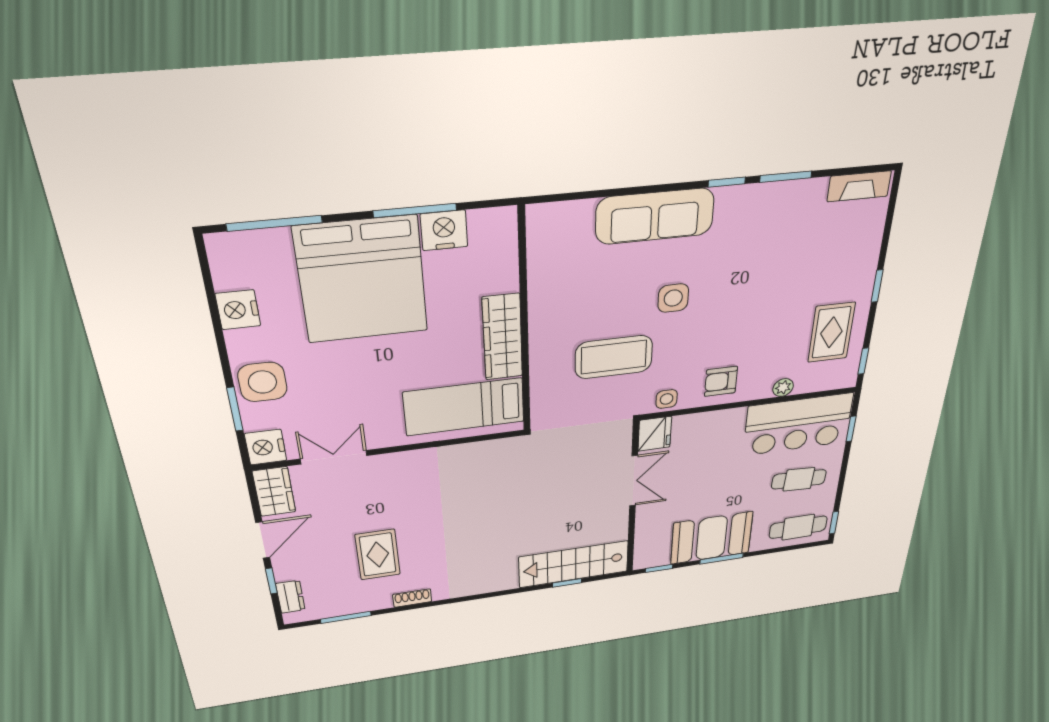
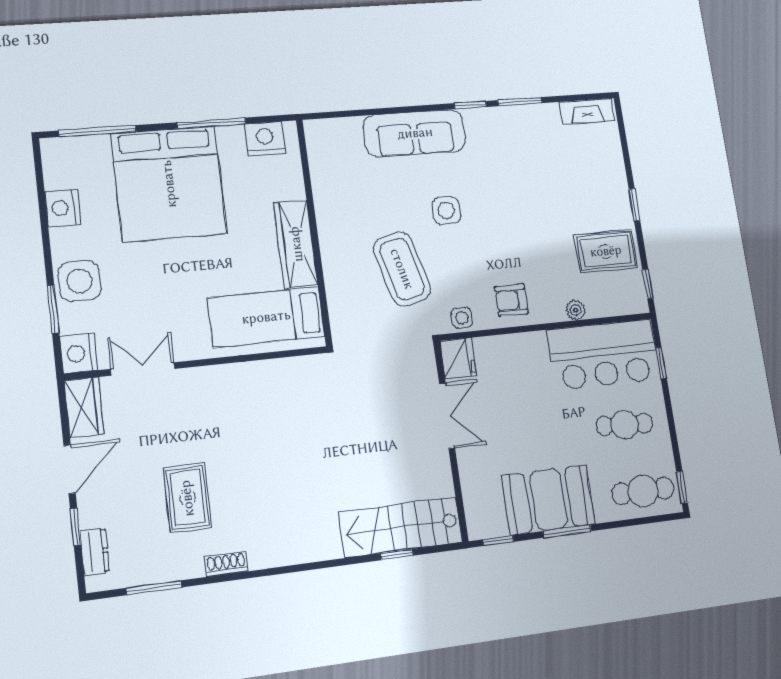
nightstand: (444, 230) -> (265, 139), moved
rug: (831, 332) -> (606, 251), turned 90
coffee table: (614, 357) -> (402, 269), turned 76

